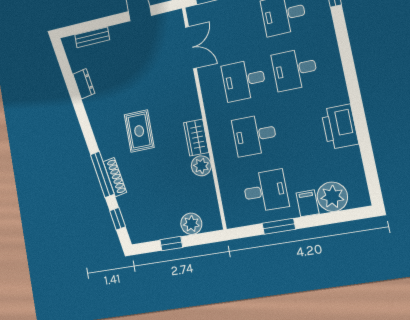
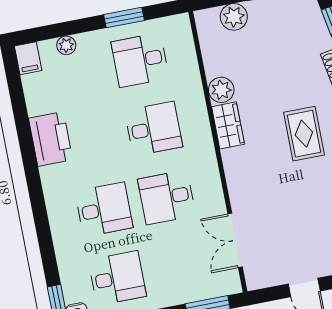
desk: (244, 80) -> (167, 197), turned 180
plant: (332, 197) -> (66, 45), width x0.53, depth x0.53
filing cabinet: (307, 203) -> (28, 58), moved

